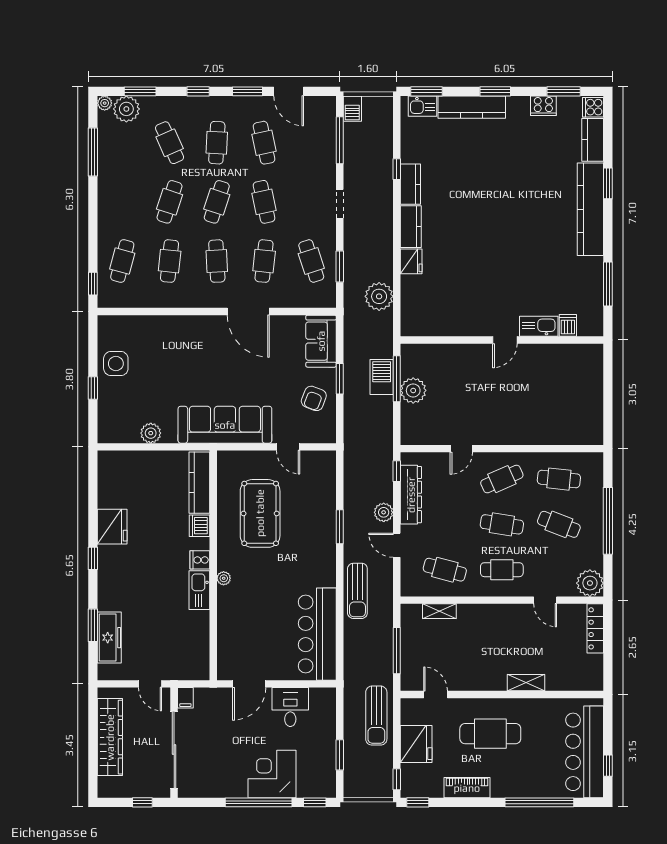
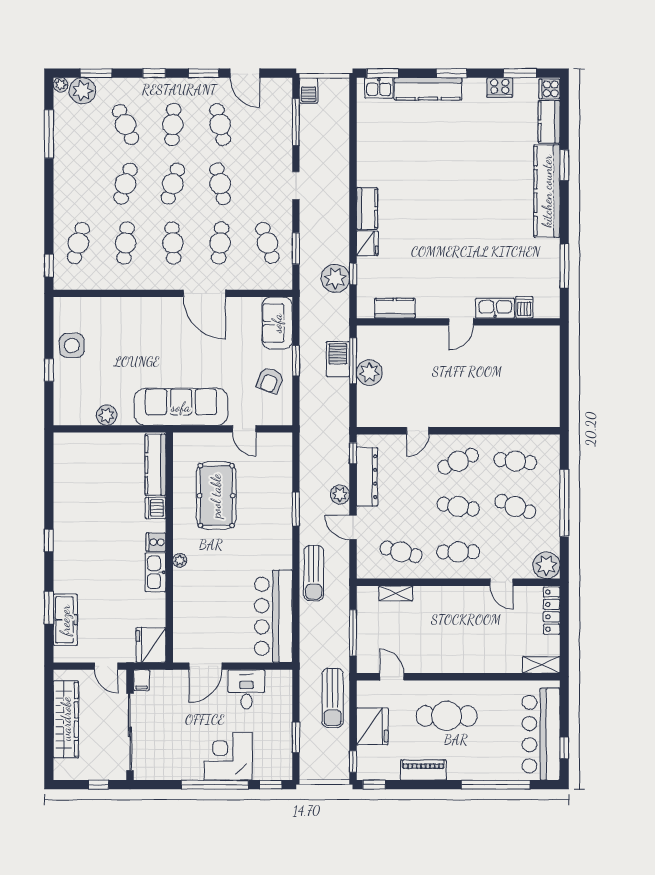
window: (397, 169) -> (353, 274), moved
kitchen counter: (410, 184) -> (395, 308), moved, turned -90
fridge: (112, 527) -> (151, 645), moved, turned 180
shelving: (526, 683) -> (541, 665), moved

